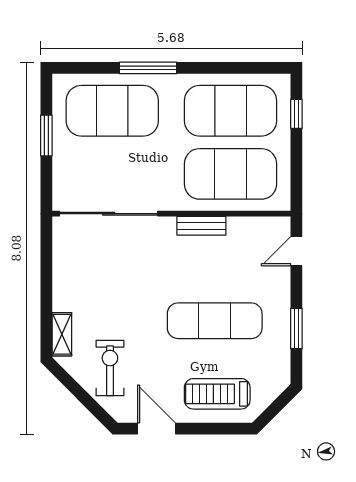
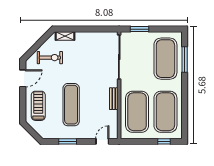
window: (148, 68) -> (185, 60), moved
window: (46, 136) -> (140, 29), moved
door: (296, 251) -> (102, 141), hinge flipped

